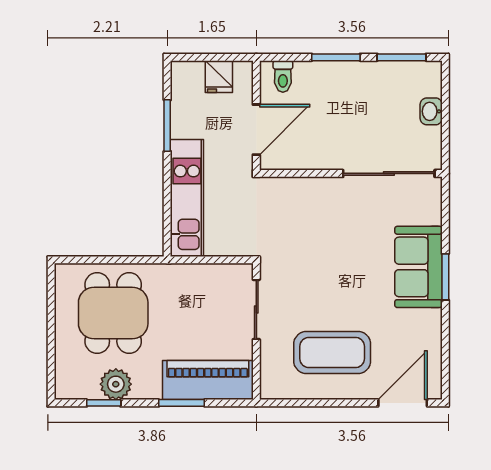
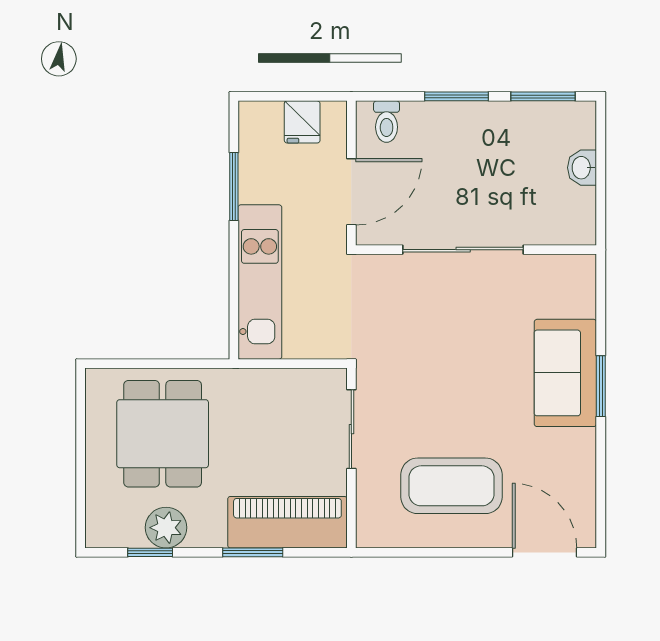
sliding door: (389, 173) -> (463, 250), moved
door: (403, 403) -> (544, 552), hinge flipped

